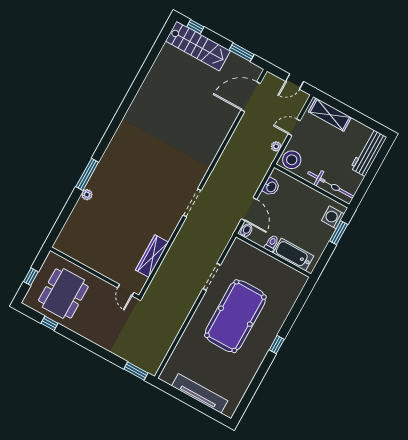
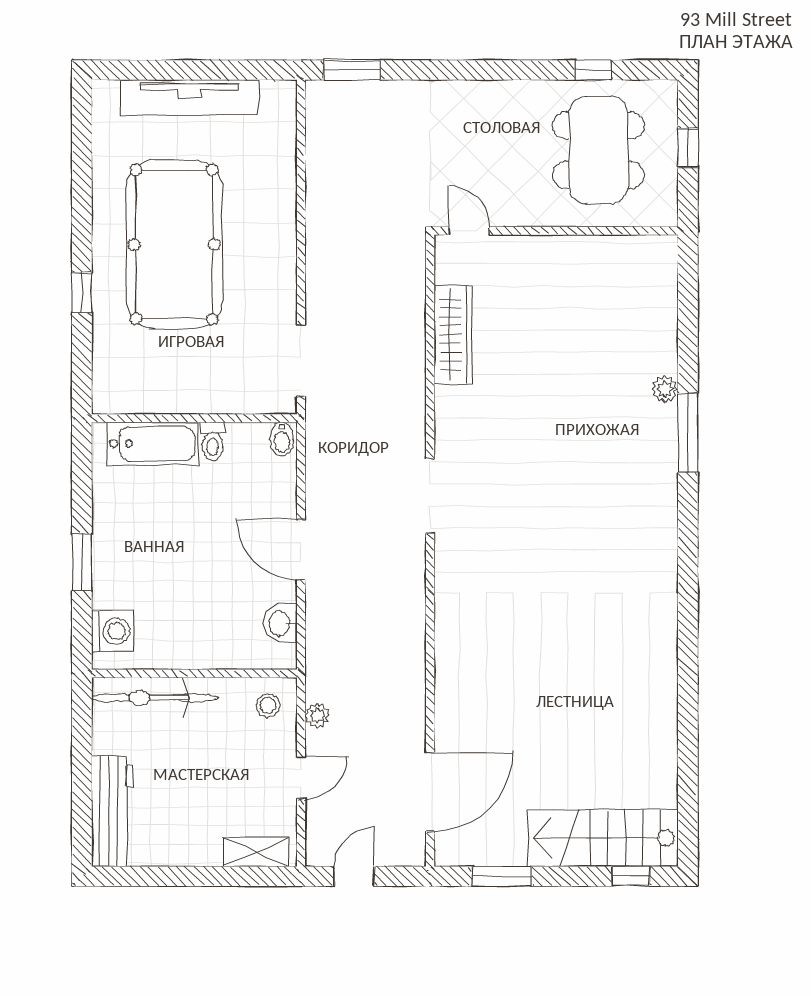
shelving: (330, 115) -> (256, 852), width x0.67, depth x0.75
stool: (292, 160) -> (268, 705), width x0.53, depth x0.53
bidet: (246, 231) -> (282, 439), moved
window: (339, 233) -> (82, 562), moved
toilet: (271, 243) -> (213, 441), moved
bathtub: (293, 254) -> (153, 444), moved
wall: (273, 255) -> (194, 418), moved
pool table: (235, 316) -> (174, 244), moved

